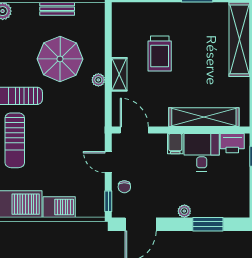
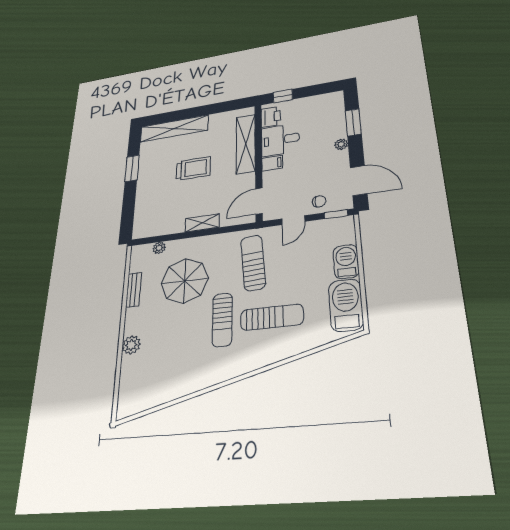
trolley: (160, 54) -> (193, 168), moved
plant: (98, 80) -> (159, 248), moved
sun lounger: (70, 124) -> (253, 263), added

